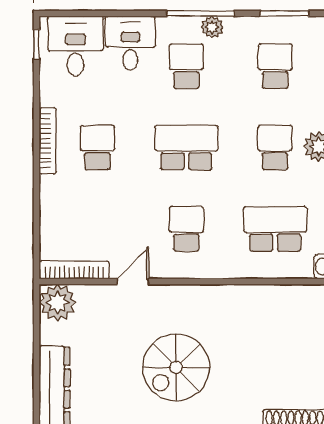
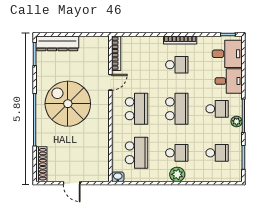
school desk: (186, 229) -> (137, 109), width x1.85
door: (133, 282) -> (110, 82), hinge flipped
plant: (57, 303) -> (100, 45), removed
spiral stairs: (176, 367) -> (68, 104), width x1.37, depth x1.37

